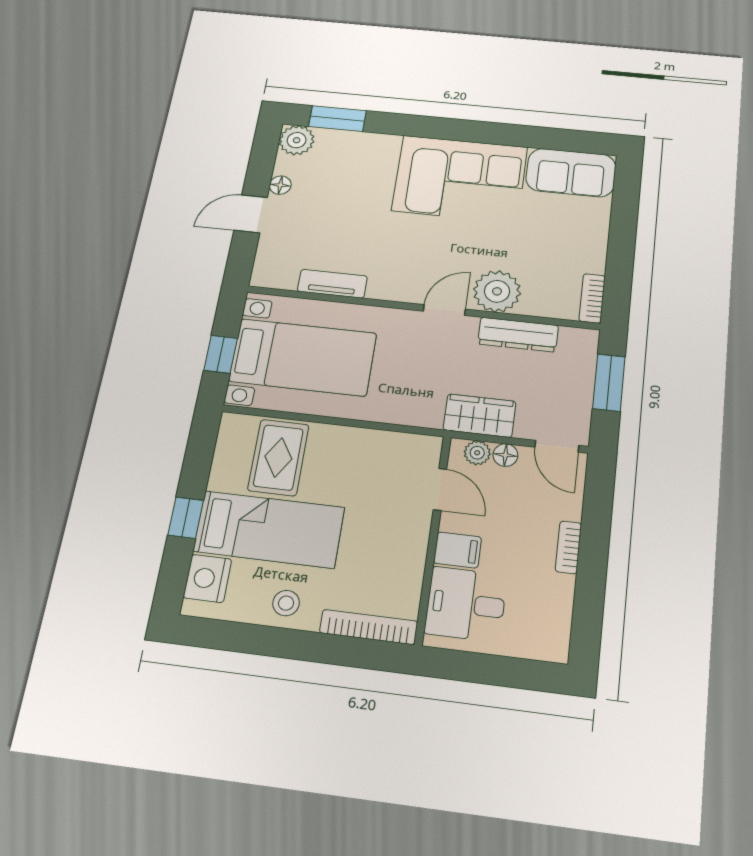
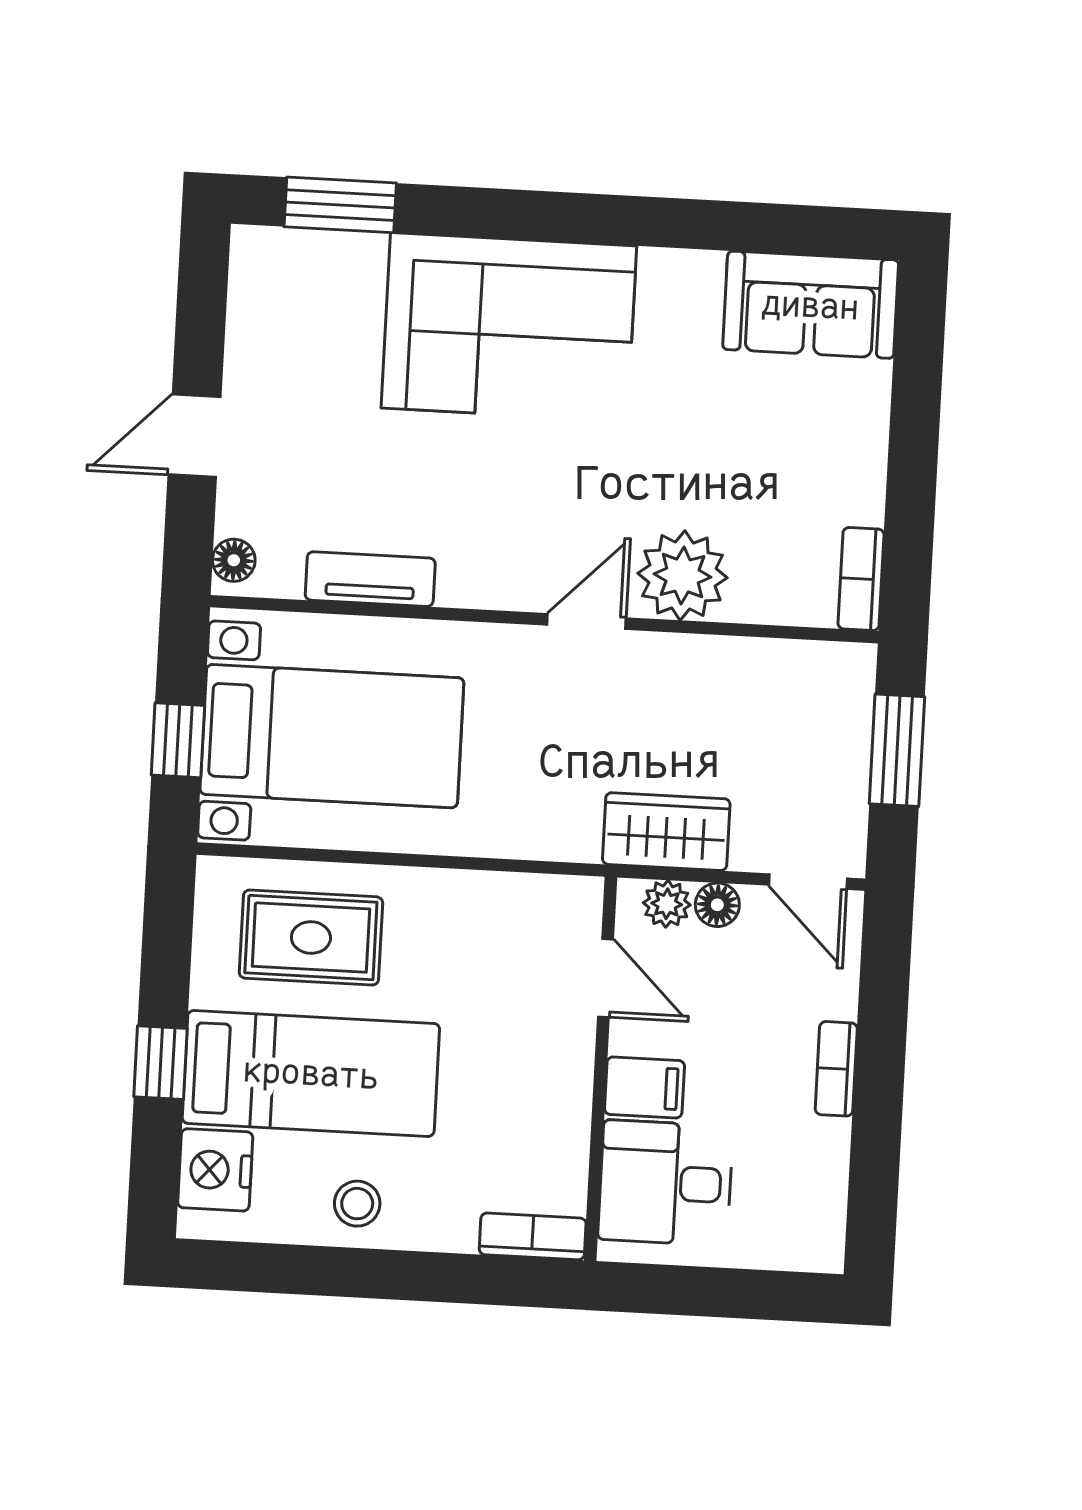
plant: (297, 140) -> (264, 261), removed
corner sofa: (460, 179) -> (509, 327), moved
floor lamp: (280, 185) -> (234, 560), moved
dresser: (518, 335) -> (727, 664), removed
rug: (278, 457) -> (311, 938), turned 90
bookcase: (369, 627) -> (533, 1236), width x0.64

